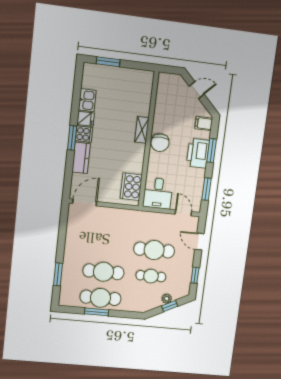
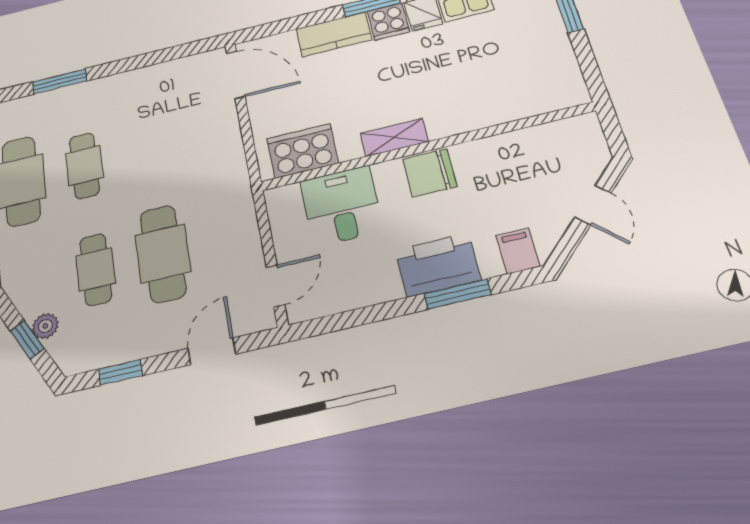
shelving: (142, 130) -> (394, 137), moved
window: (206, 189) -> (354, 318), removed
desk: (158, 193) -> (342, 206), moved, turned 90
cafe table: (103, 272) -> (84, 166), width x0.73, depth x0.74

